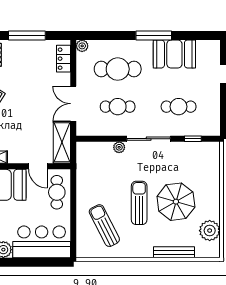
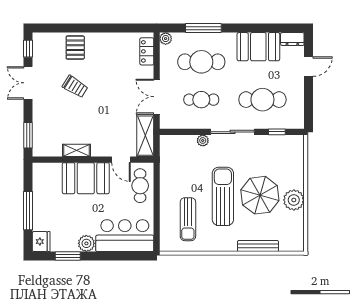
window: (27, 36) -> (110, 28), removed
window: (154, 36) -> (203, 28), moved
dresser: (208, 46) -> (292, 39), added
cafe table: (179, 107) -> (262, 100), width x1.37, depth x1.35
sun lounger: (139, 203) -> (223, 196), width x1.36, depth x1.34
sun lounger: (104, 226) -> (188, 219), turned -153
plant: (210, 231) -> (294, 200), moved

